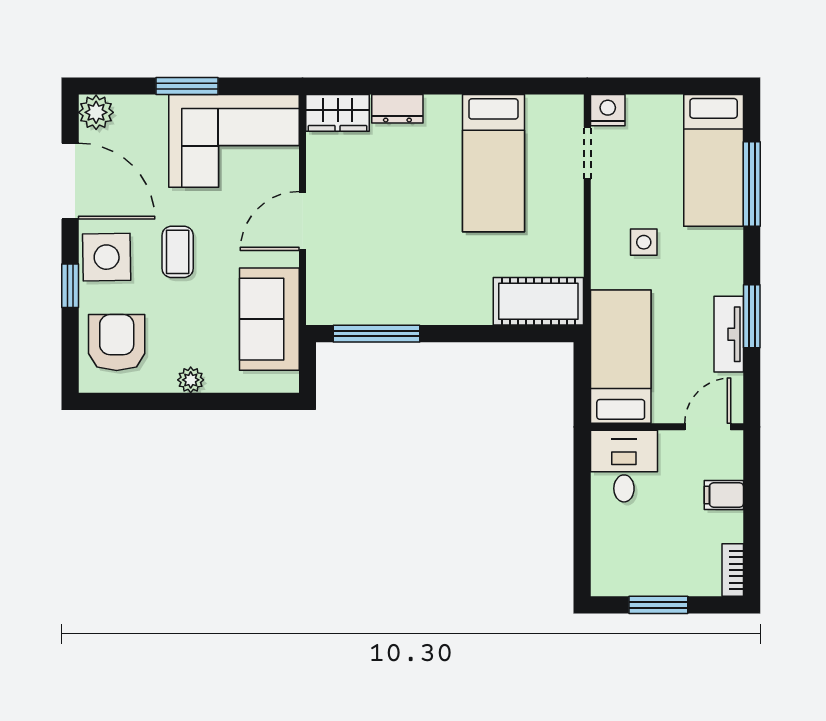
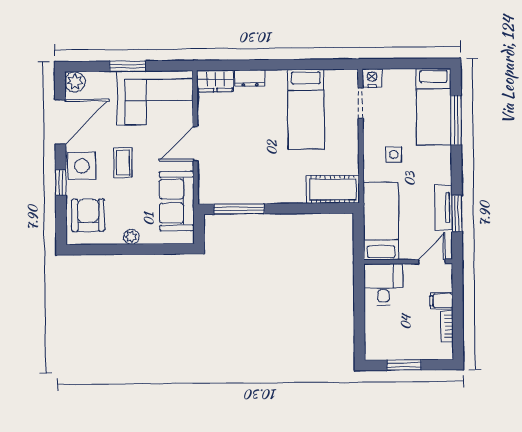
door: (70, 181) -> (60, 122), hinge flipped
window: (752, 316) -> (457, 214), moved
bookcase: (733, 570) -> (447, 326), moved

